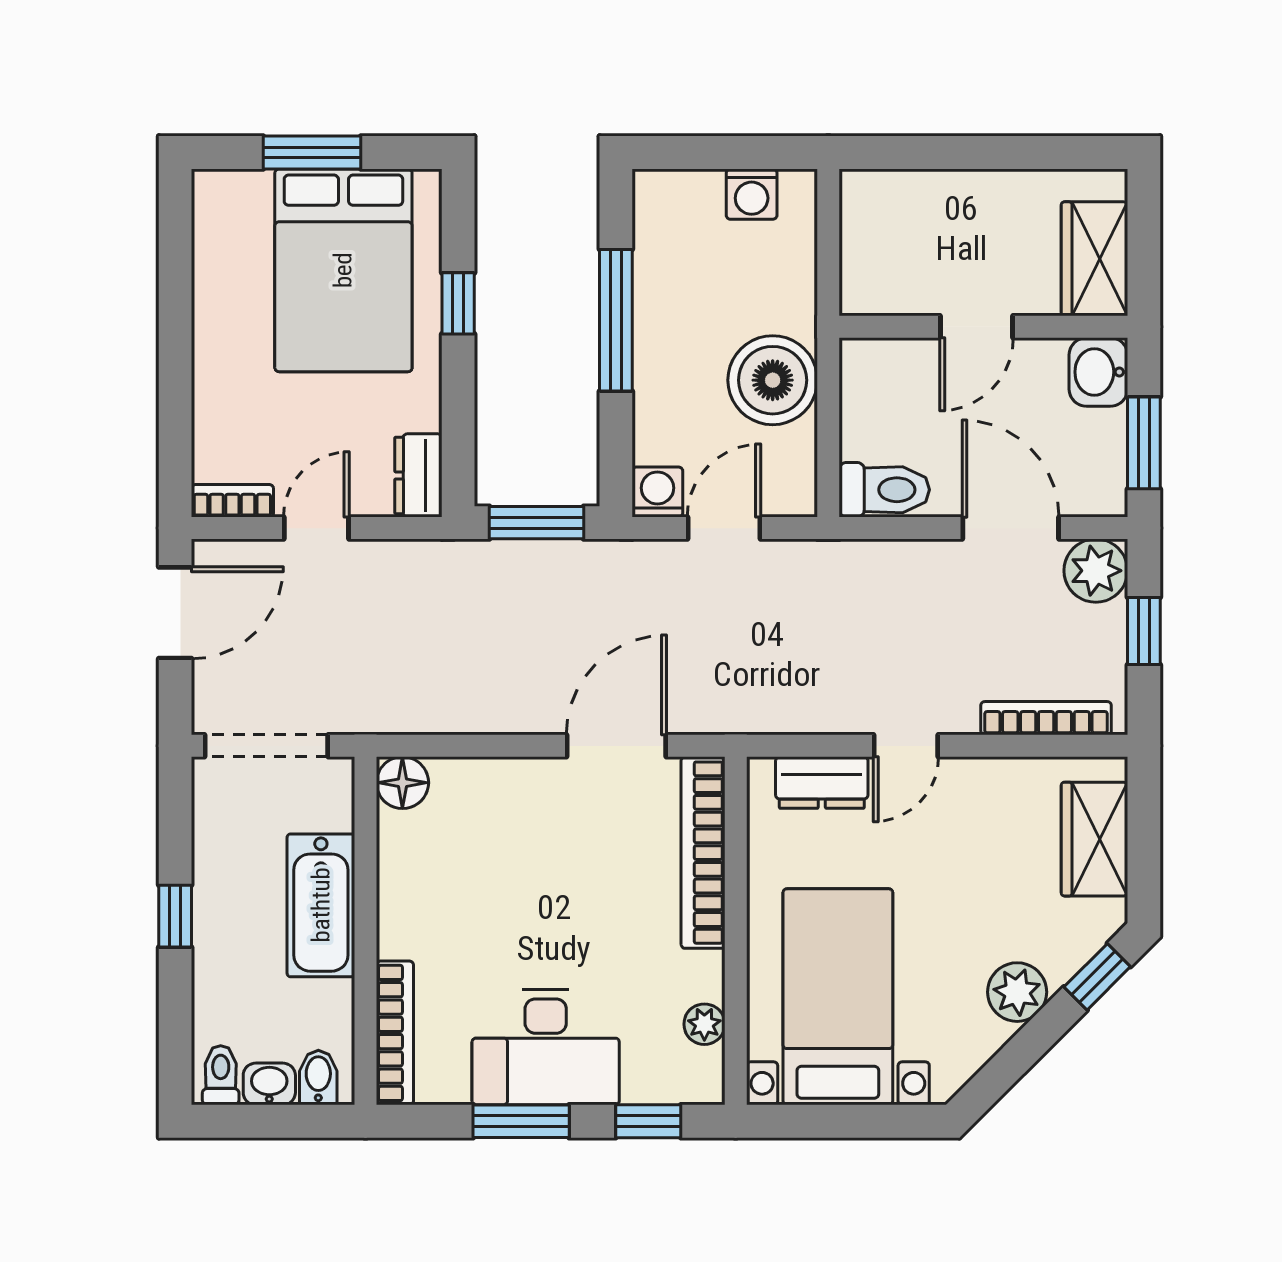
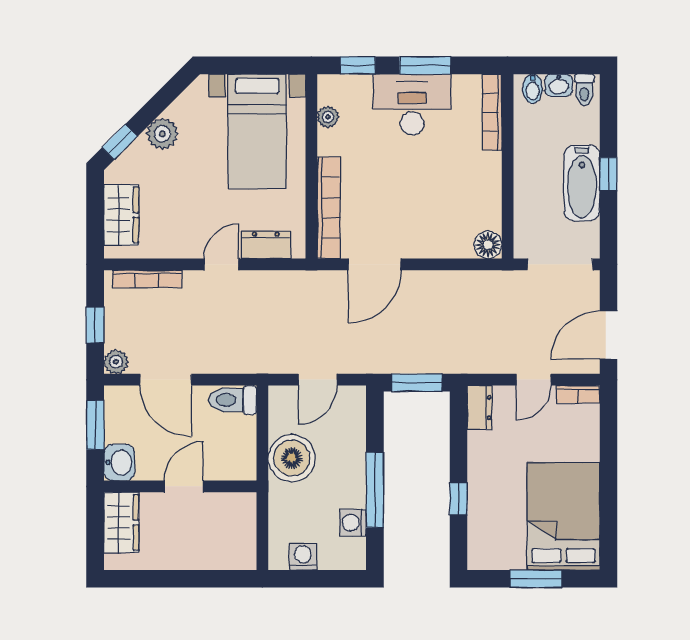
bed: (343, 270) -> (564, 516), moved
washing machine: (657, 492) -> (353, 523), moved, turned 90
plant: (1096, 571) -> (116, 362), width x0.73, depth x0.73
bathtub: (321, 905) -> (582, 183), moved, turned 180

